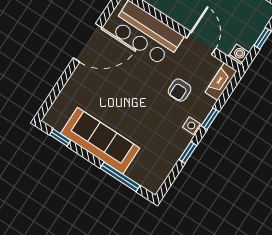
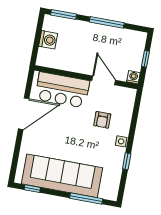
fireplace: (221, 82) -> (129, 102), removed
window: (210, 119) -> (132, 131), removed
sofa: (100, 141) -> (62, 176), width x1.36, depth x1.27

